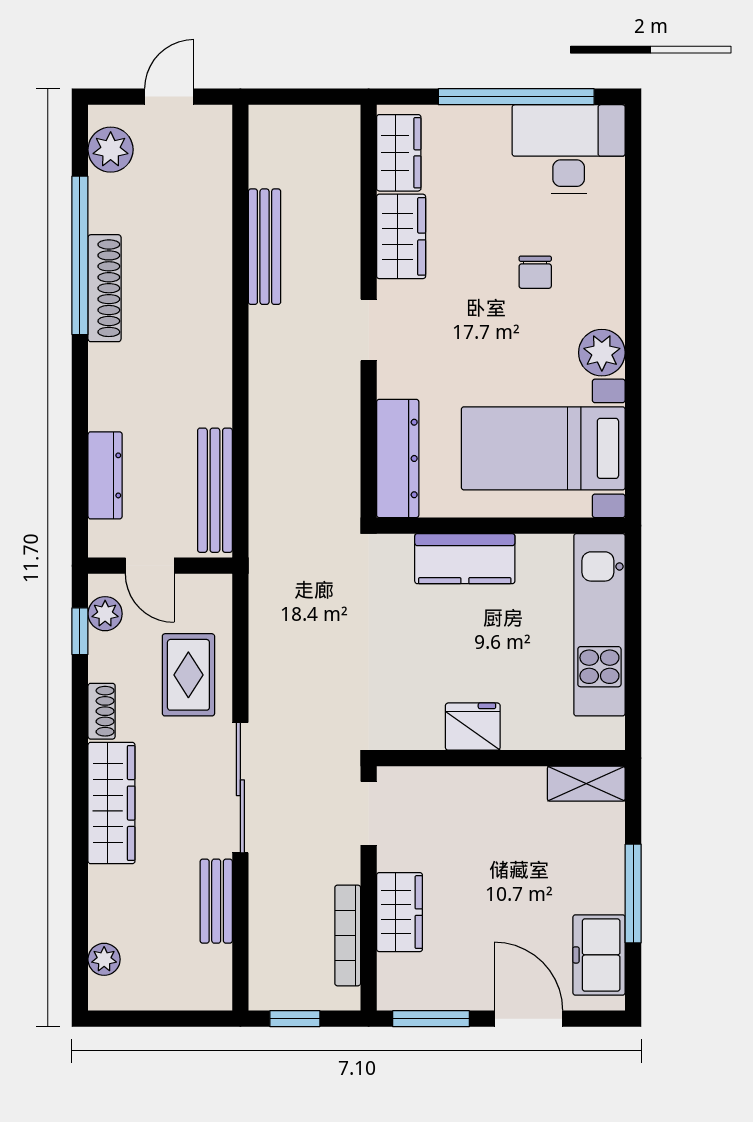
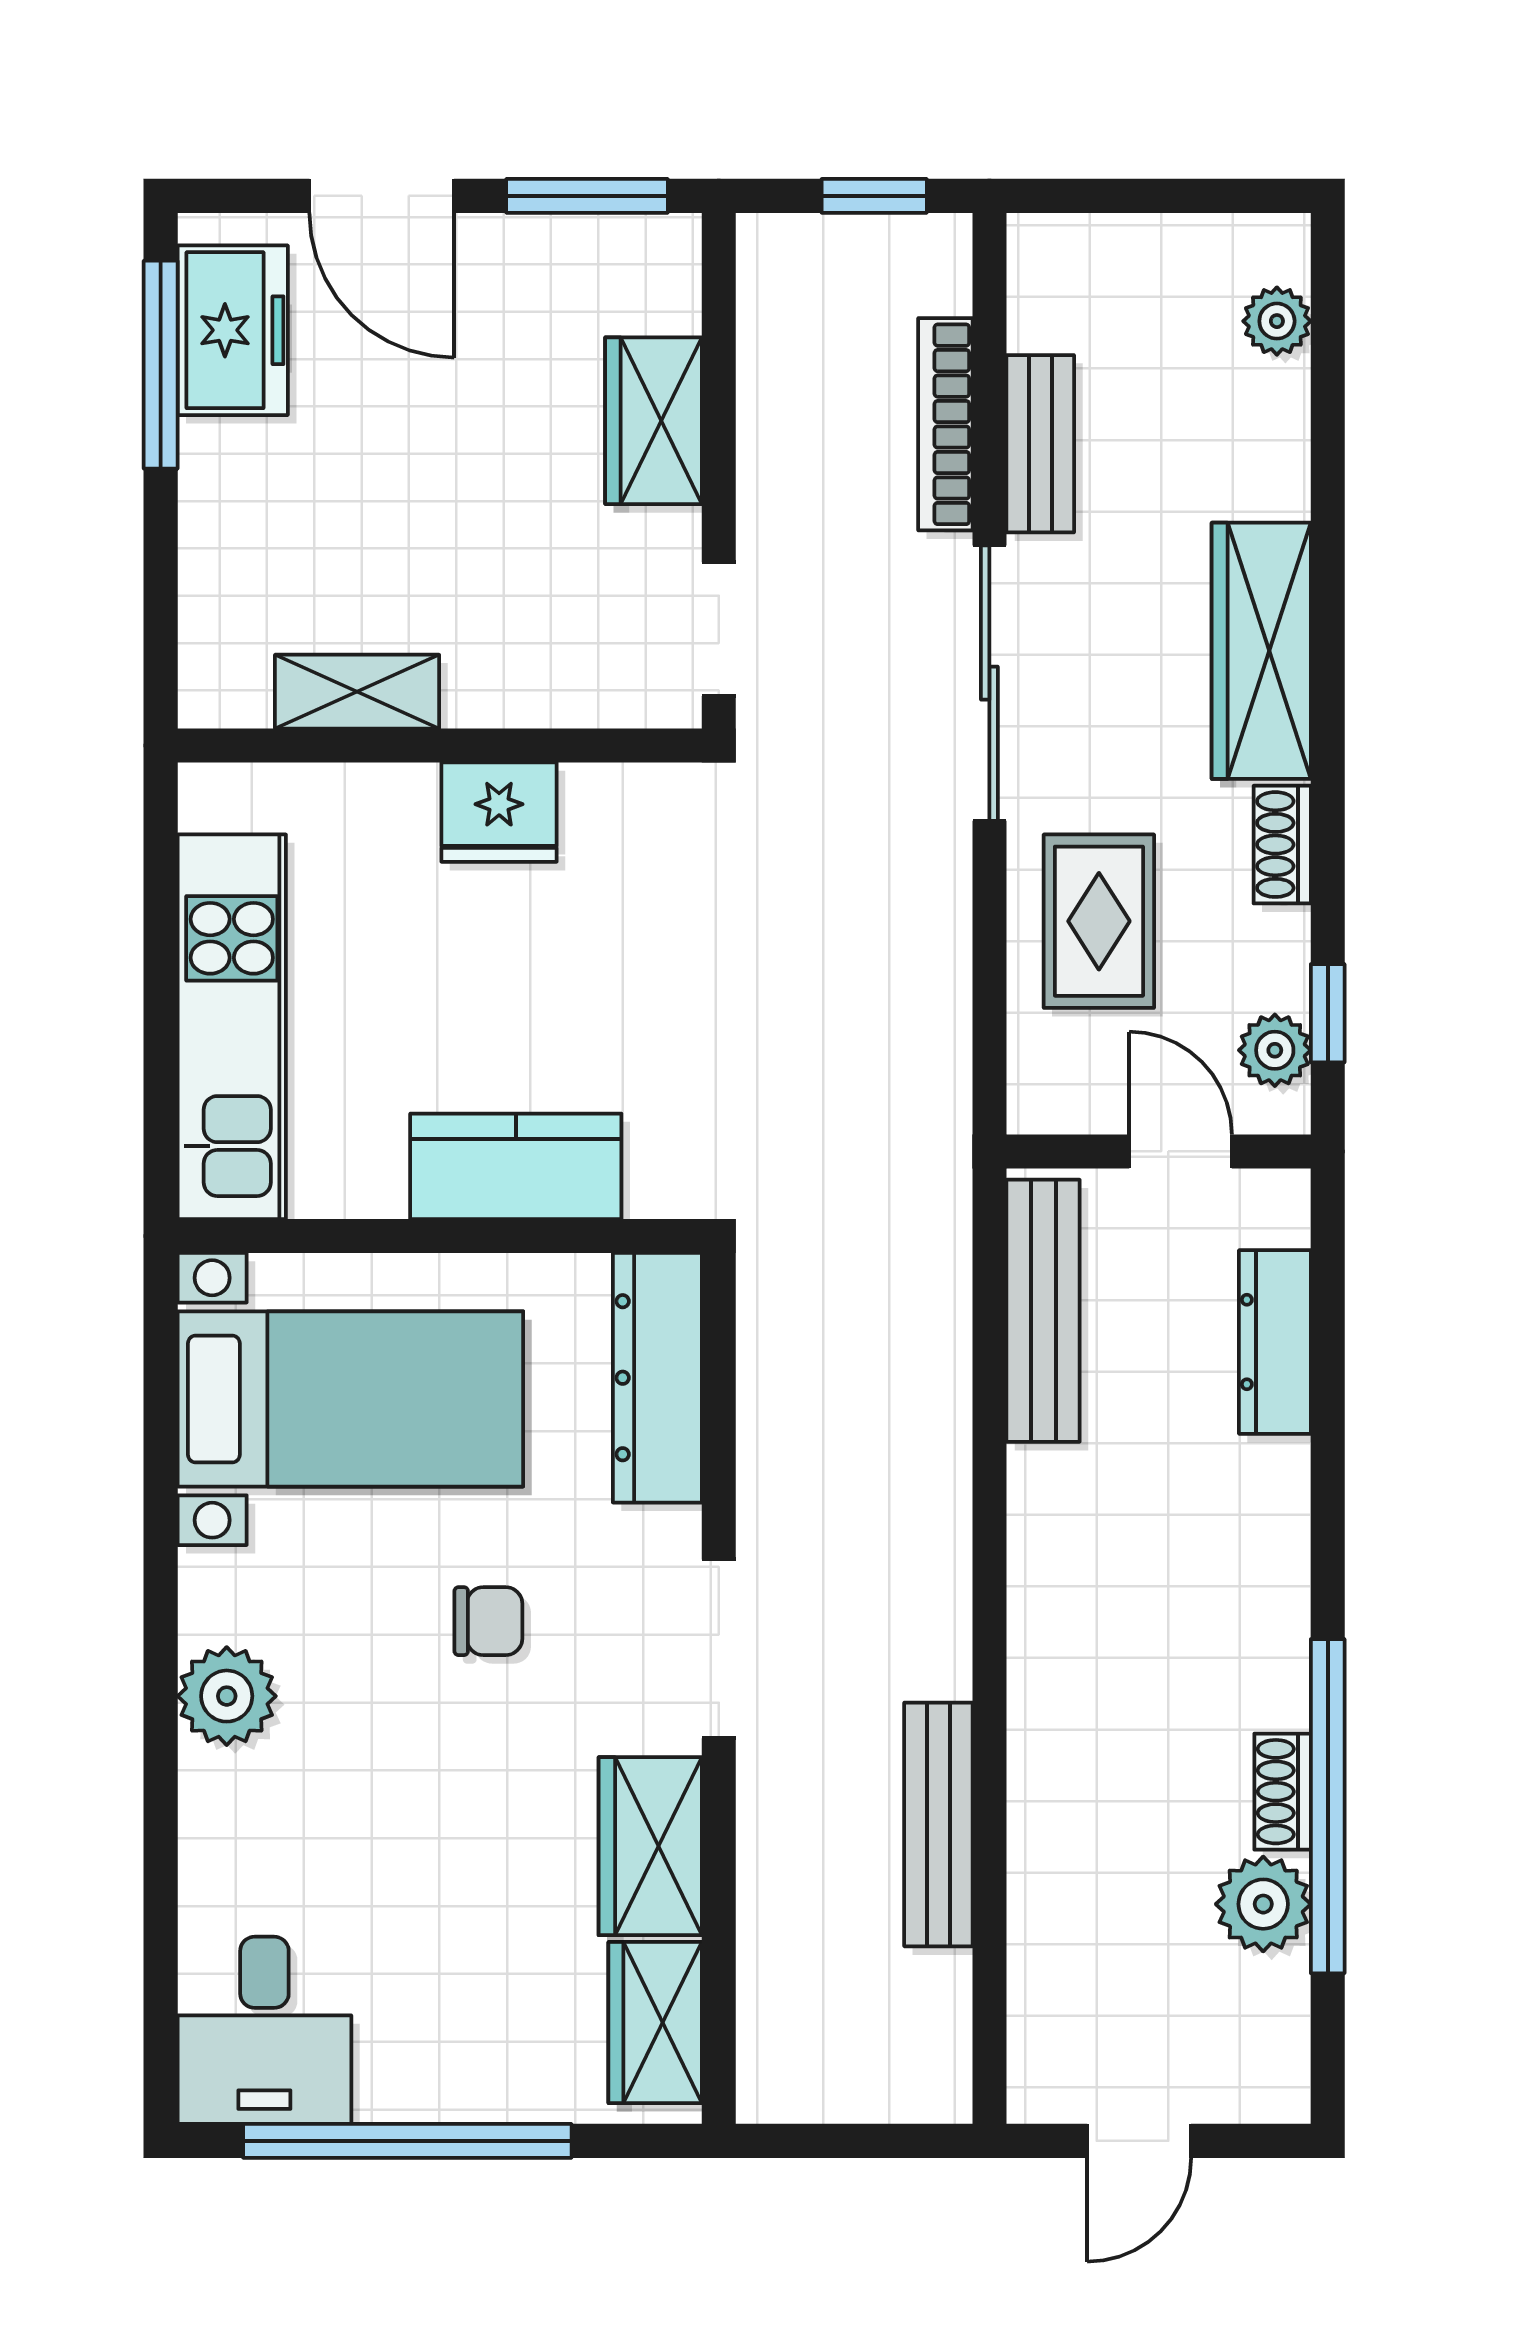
desk: (569, 149) -> (264, 2030), width x0.73
plant: (111, 150) -> (1263, 1904), moved
chair: (535, 272) -> (488, 1621), moved, turned 90
shoe rack: (105, 288) -> (1283, 1792), width x0.51, depth x0.81
doorway: (369, 330) -> (719, 1649), width x1.38
plant: (602, 353) -> (227, 1696), moved
shelving: (586, 784) -> (357, 692), moved
window: (633, 893) -> (161, 365), moved
bookcase: (348, 935) -> (945, 424), moved, turned 180

